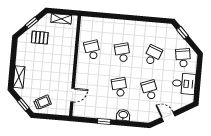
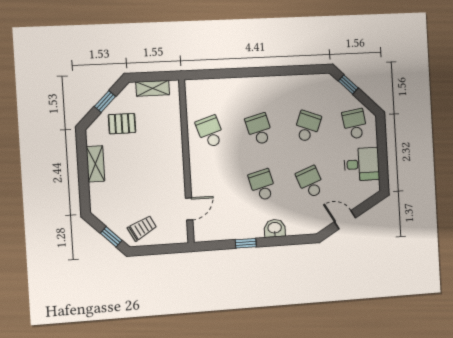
shelving: (19, 77) -> (95, 164), moved

